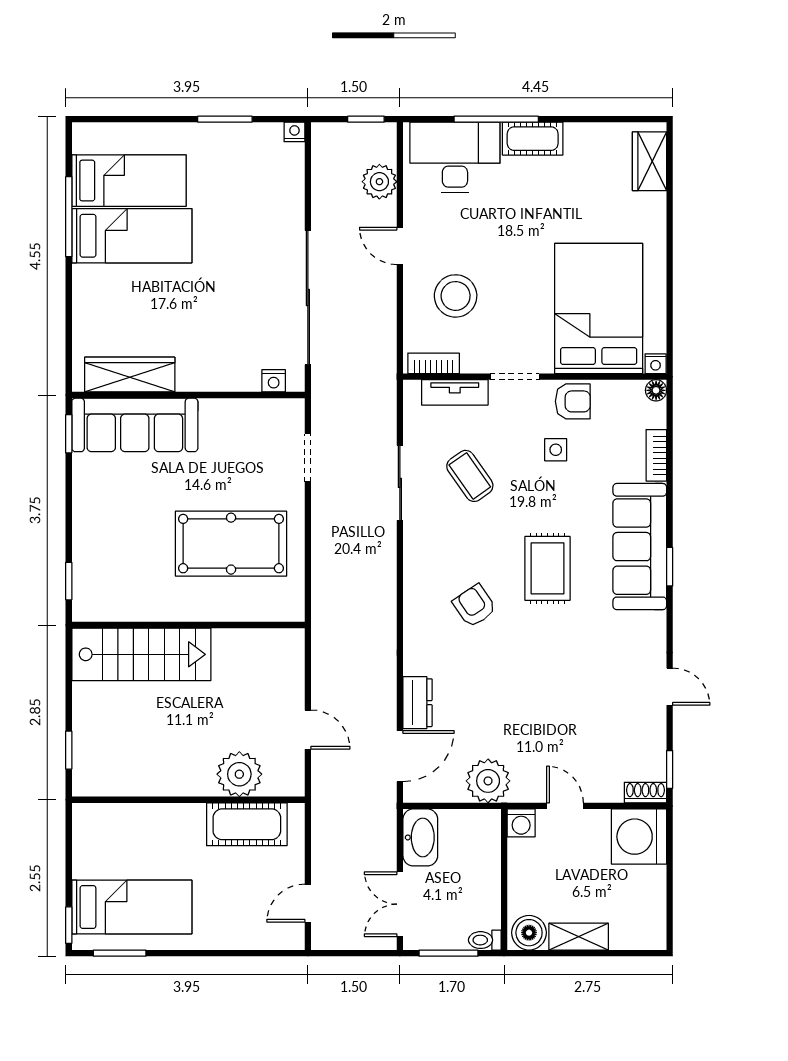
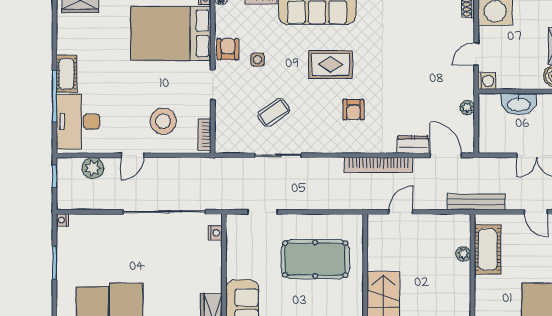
tv unit: (455, 392) -> (222, 122), removed
pool table: (231, 544) -> (315, 259), turned 90
armchair: (474, 606) -> (353, 110), turned -56
bookcase: (384, 647) -> (379, 165), added
door: (308, 730) -> (401, 212), moved
plant: (239, 774) -> (463, 254), width x0.53, depth x0.53
plant: (488, 781) -> (467, 108), width x0.53, depth x0.53
bench: (324, 806) -> (476, 202), added
washbasin: (420, 837) -> (519, 104), moved, turned 180

